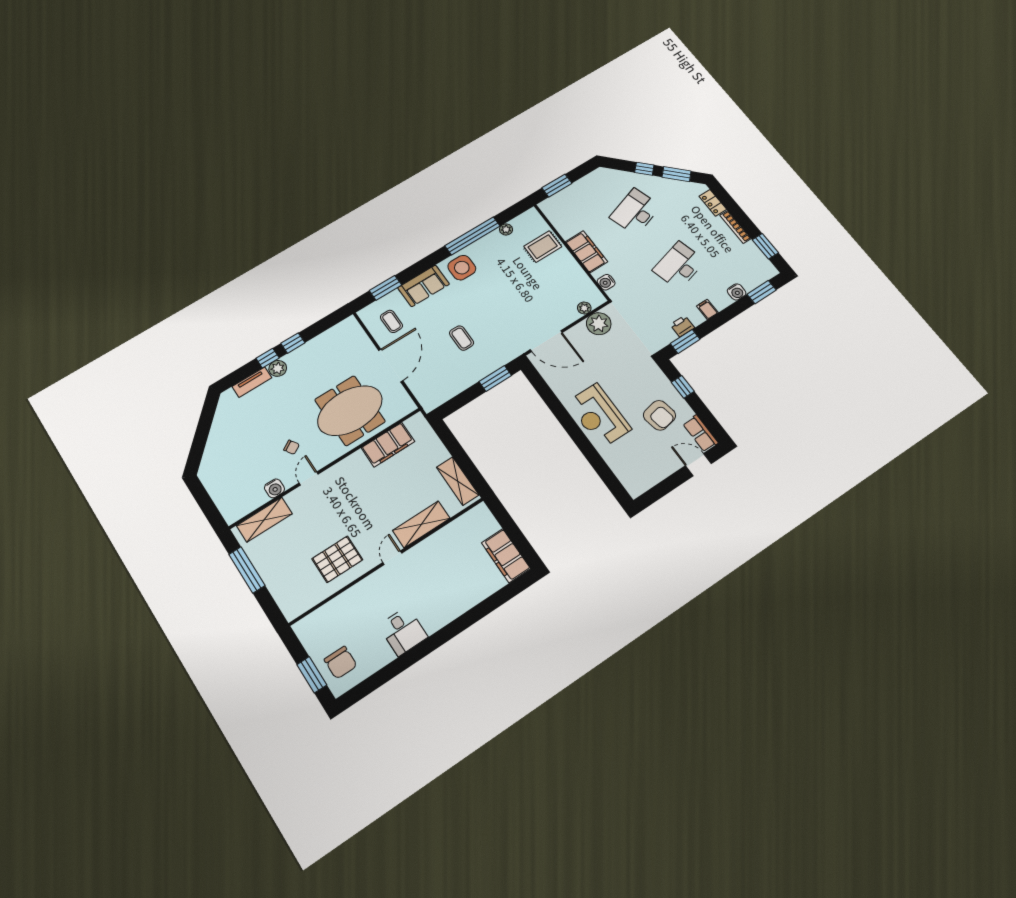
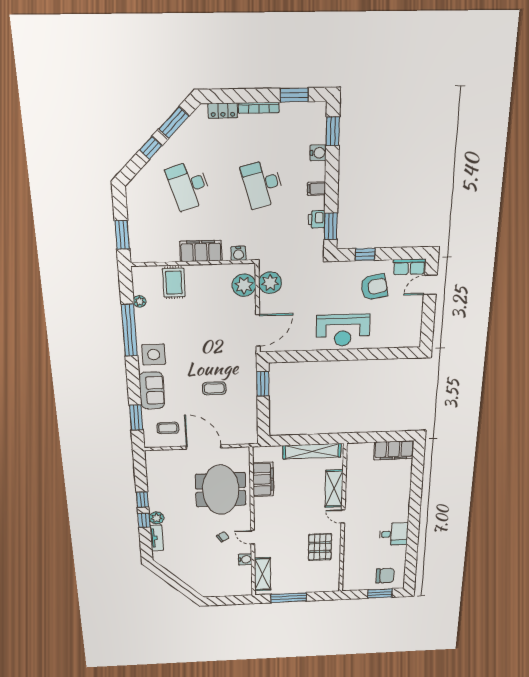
plant: (584, 308) -> (244, 285), width x1.88, depth x1.88
shelving: (458, 481) -> (312, 451), width x1.47

